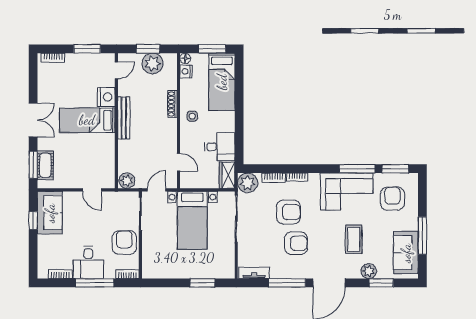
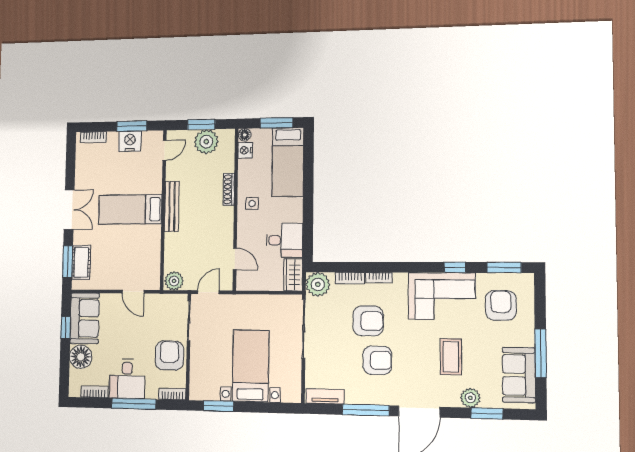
nightstand: (106, 97) -> (130, 141), moved, turned -90
window: (357, 169) -> (455, 267), width x0.46
bed with nightstands: (192, 220) -> (251, 366), moved, turned 180
floor lamp: (47, 245) -> (81, 357), added
window: (203, 283) -> (218, 406), moved

